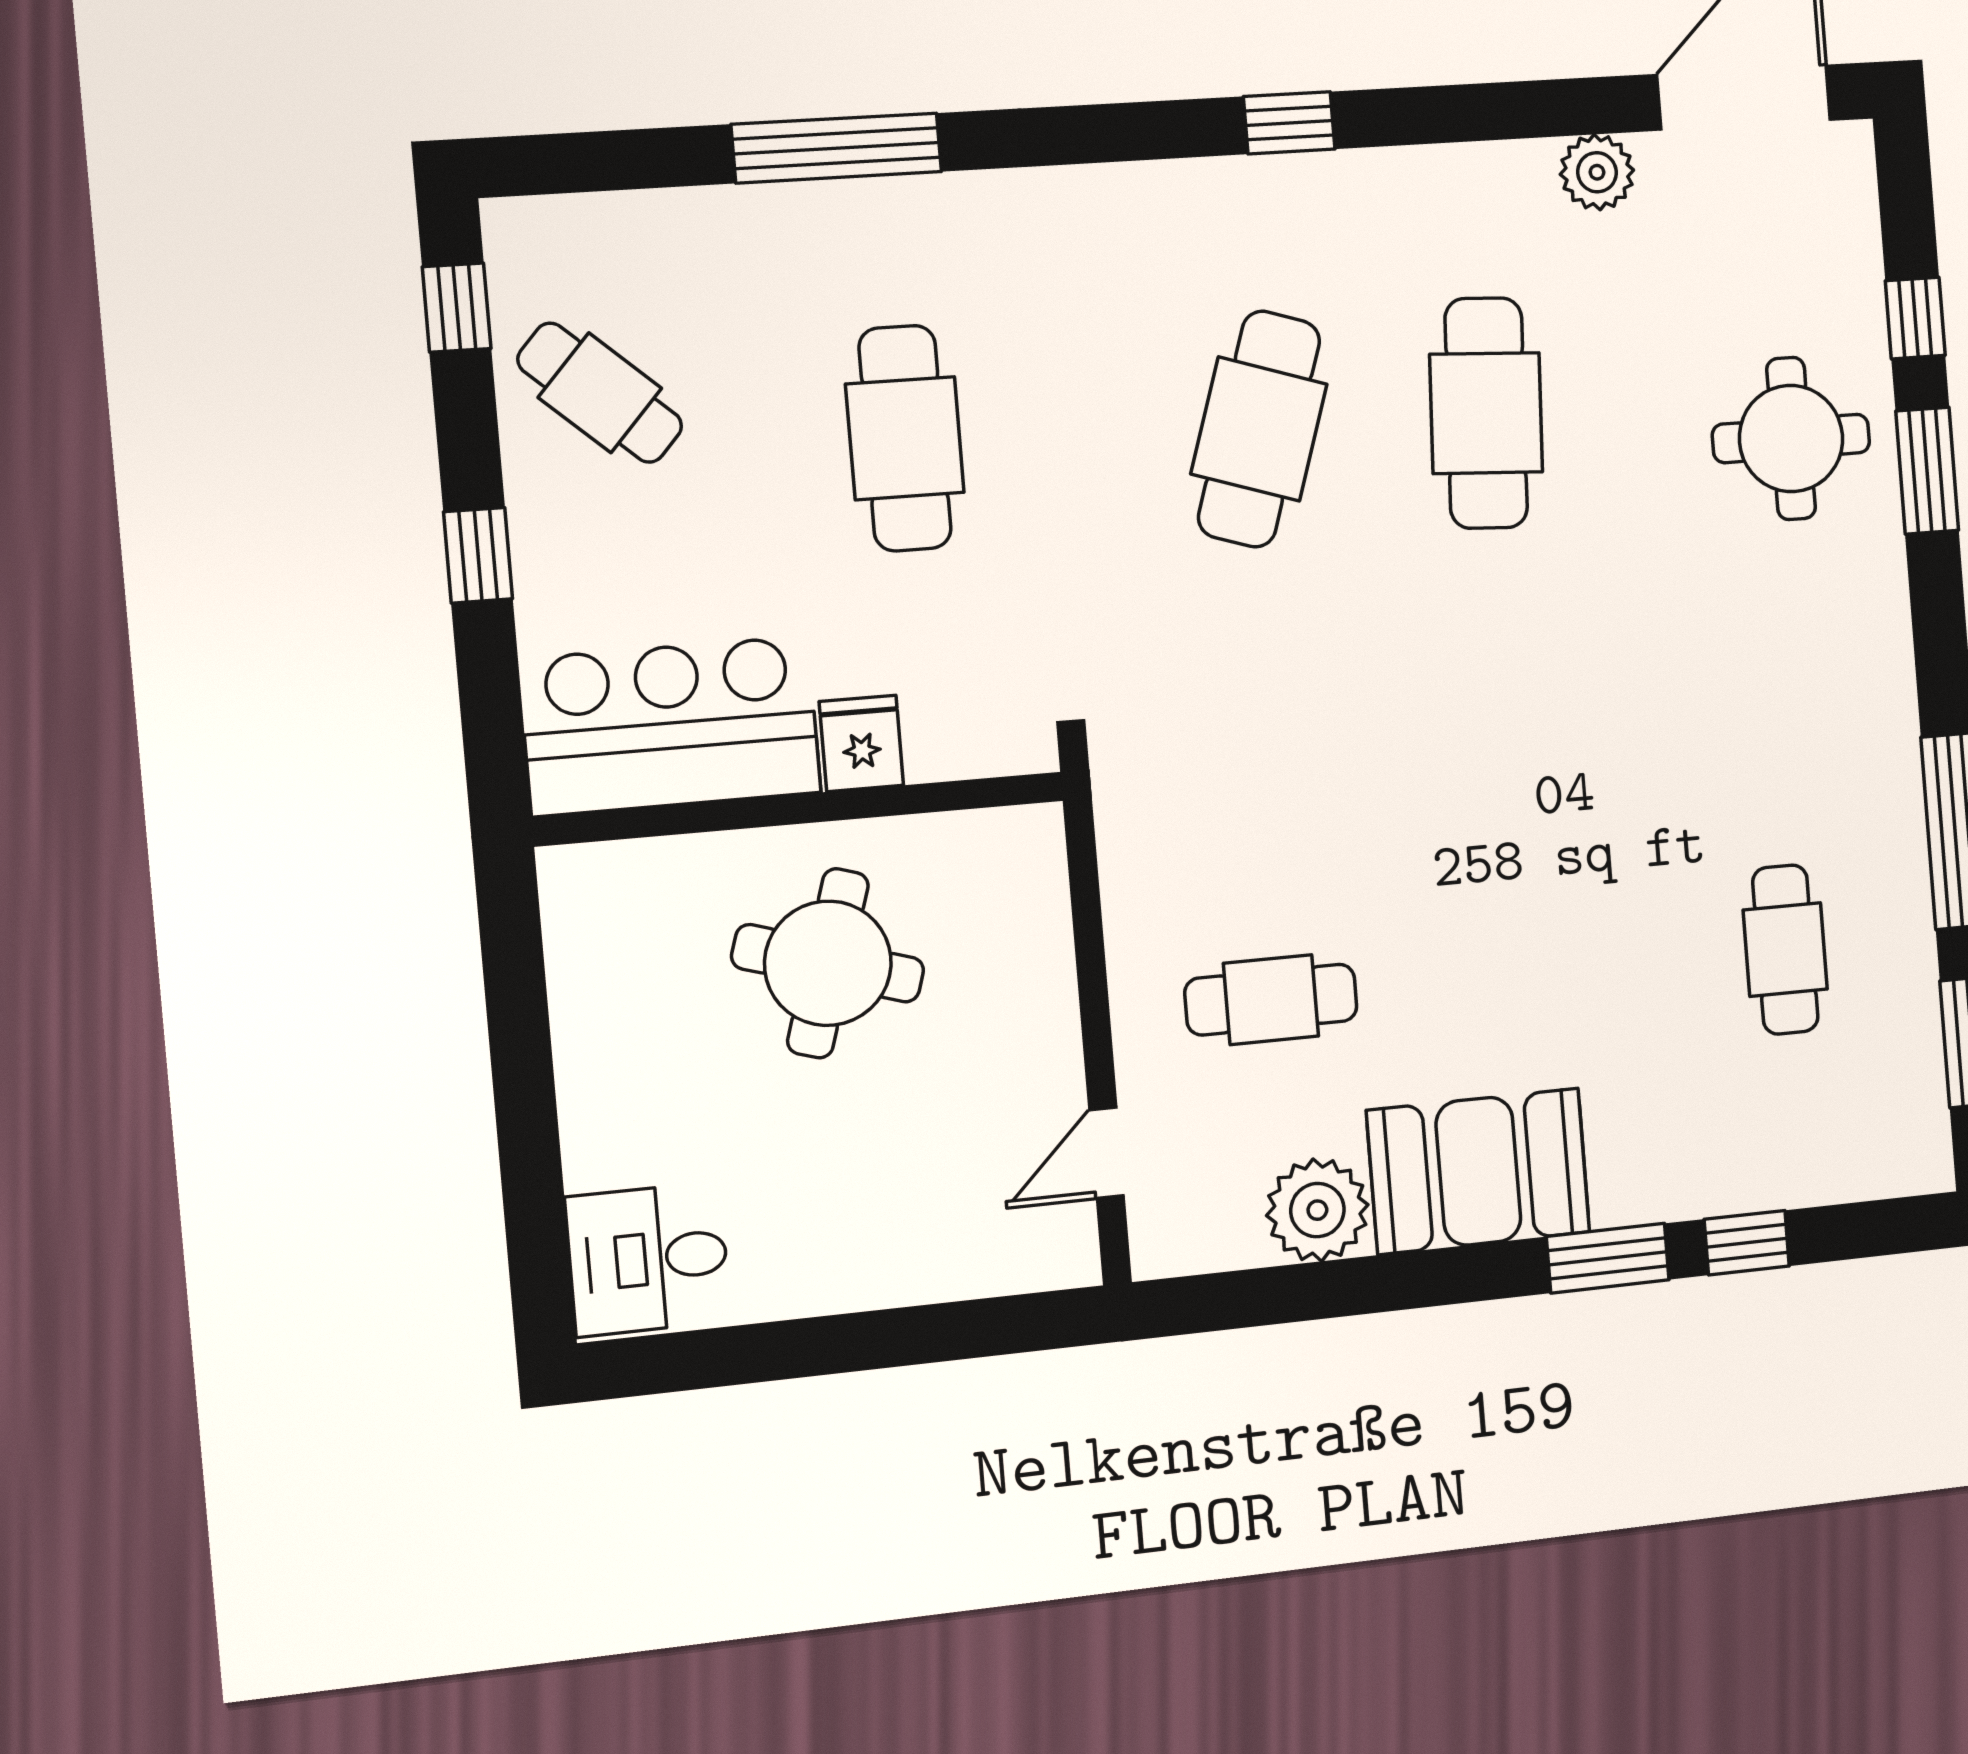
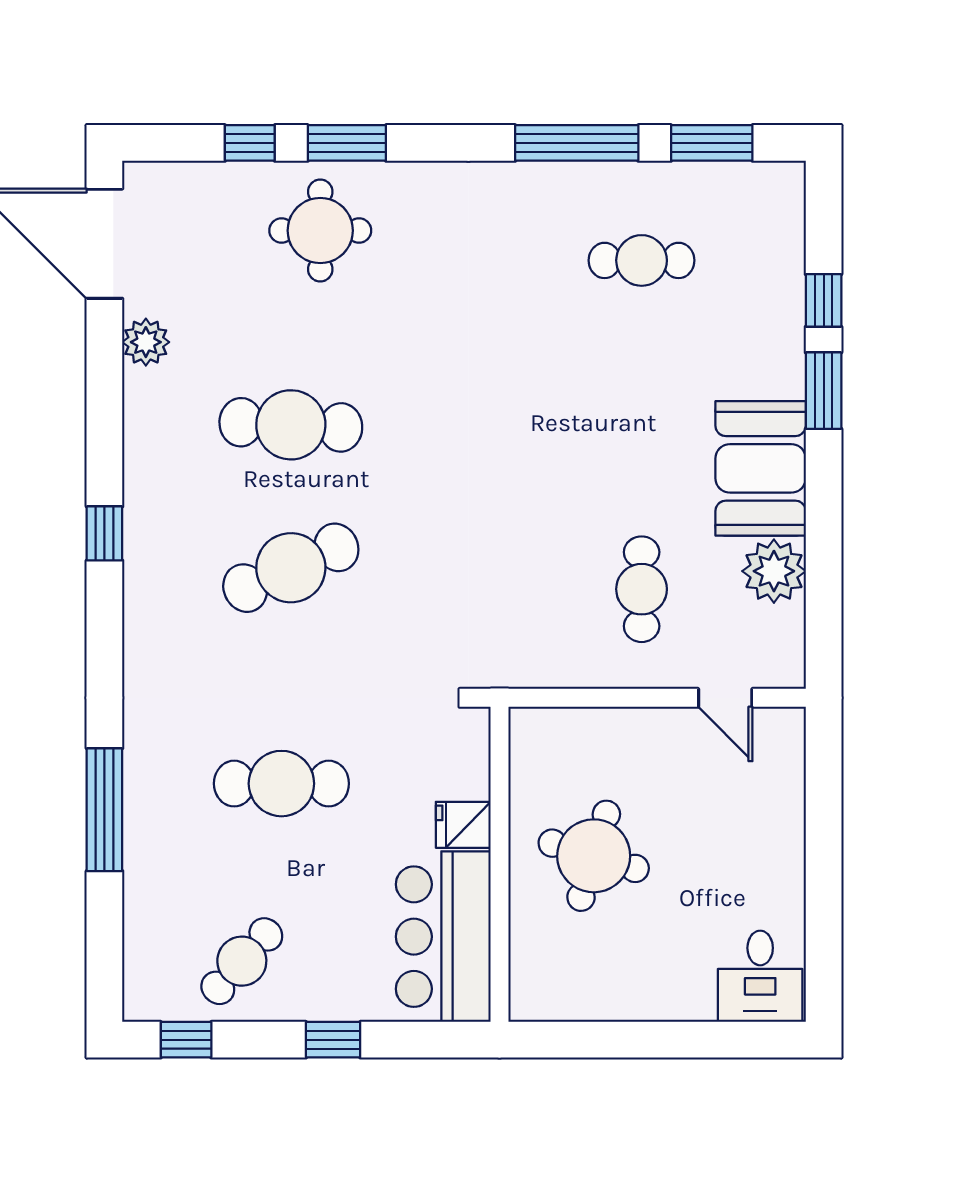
cafe table: (1259, 429) -> (291, 568), turned -42

